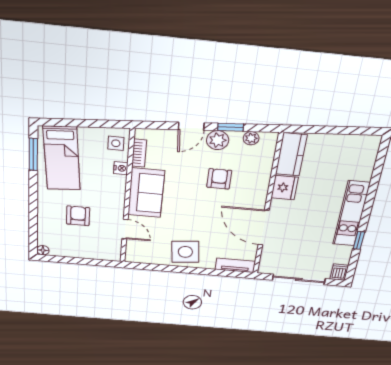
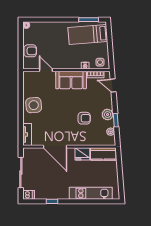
door: (191, 126) -> (113, 86), moved
kitchen unit: (351, 214) -> (91, 193), moved
armchair: (78, 216) -> (30, 51), moved
door: (264, 228) -> (55, 147), swing flipped
door: (125, 229) -> (46, 70), swing flipped

